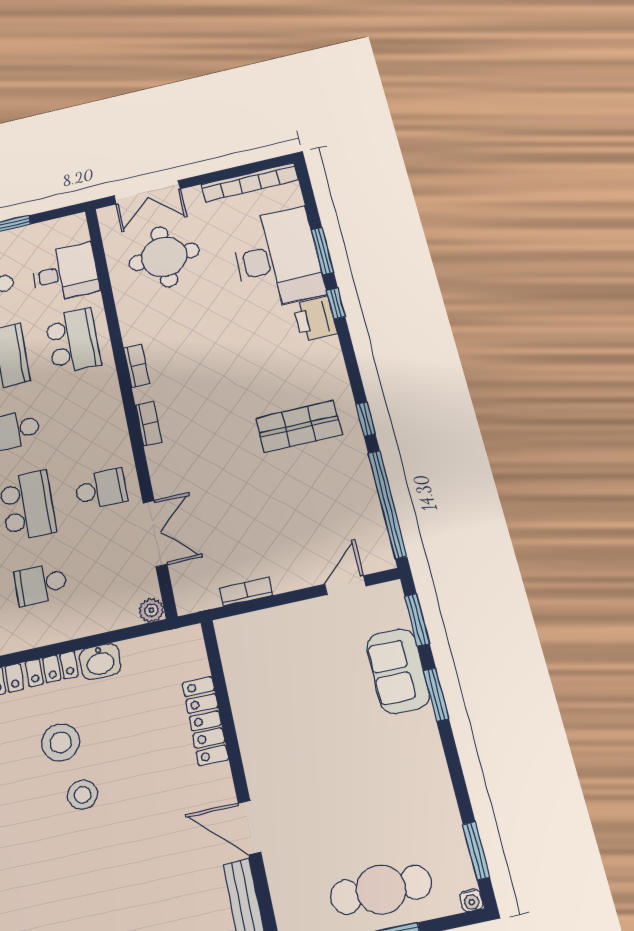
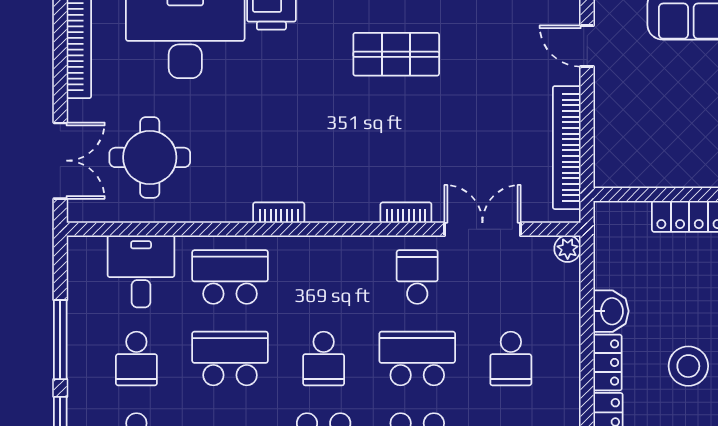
bookcase: (148, 424) -> (406, 213), moved
shop shelf: (299, 426) -> (396, 54), turned 90
bookcase: (246, 592) -> (567, 148), width x2.31, depth x1.31

